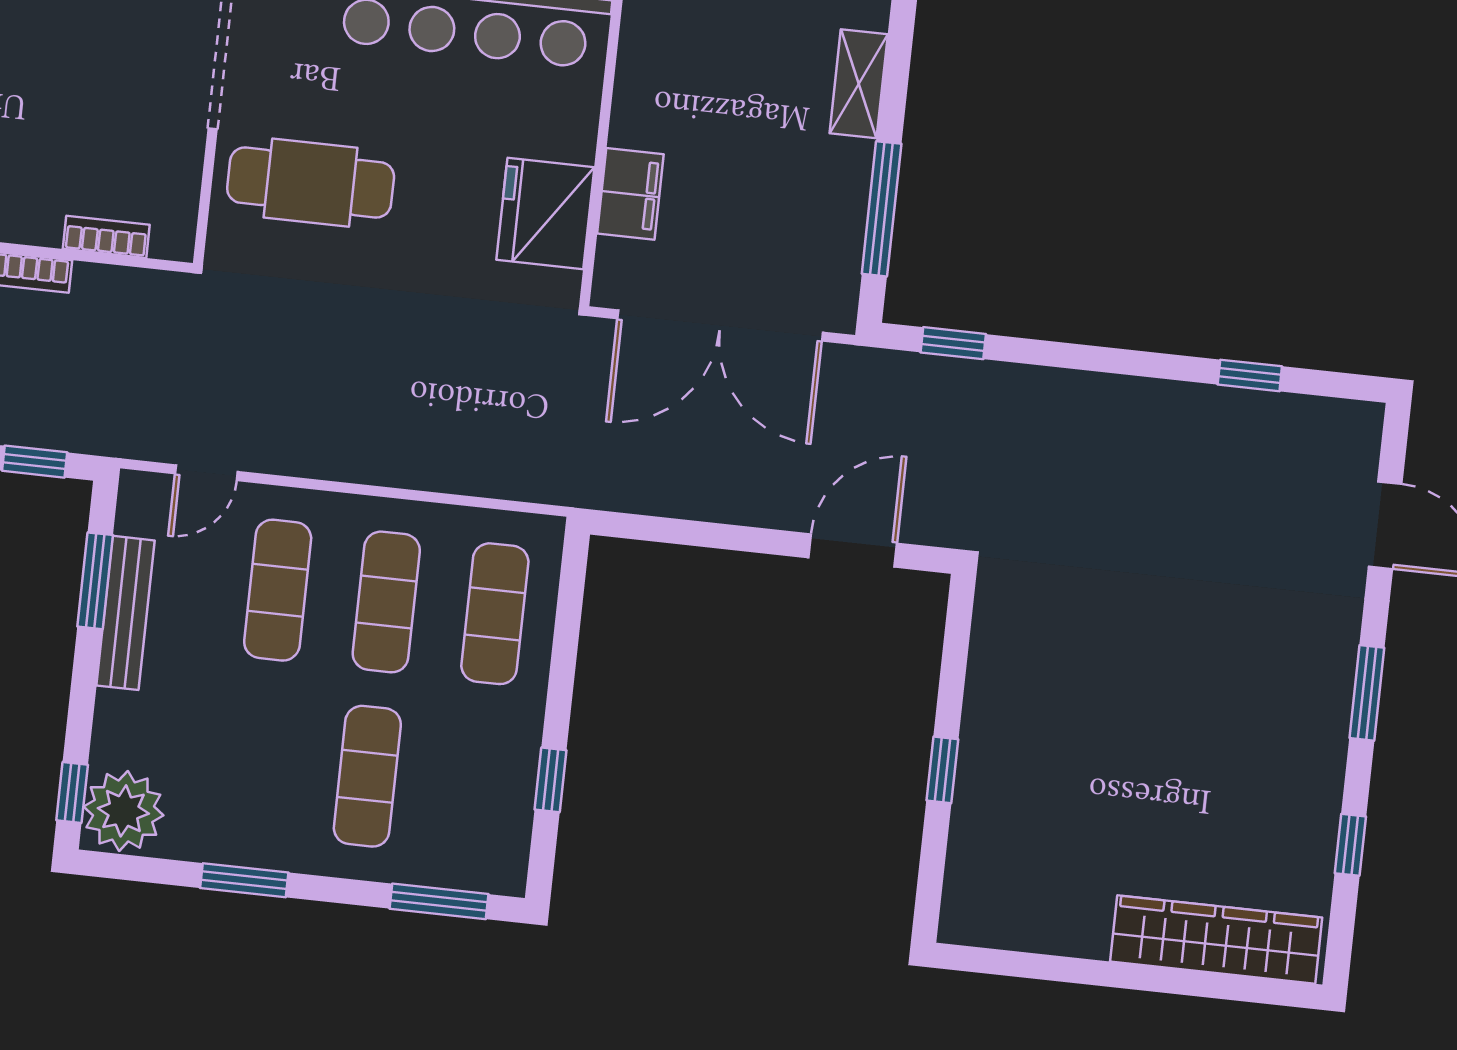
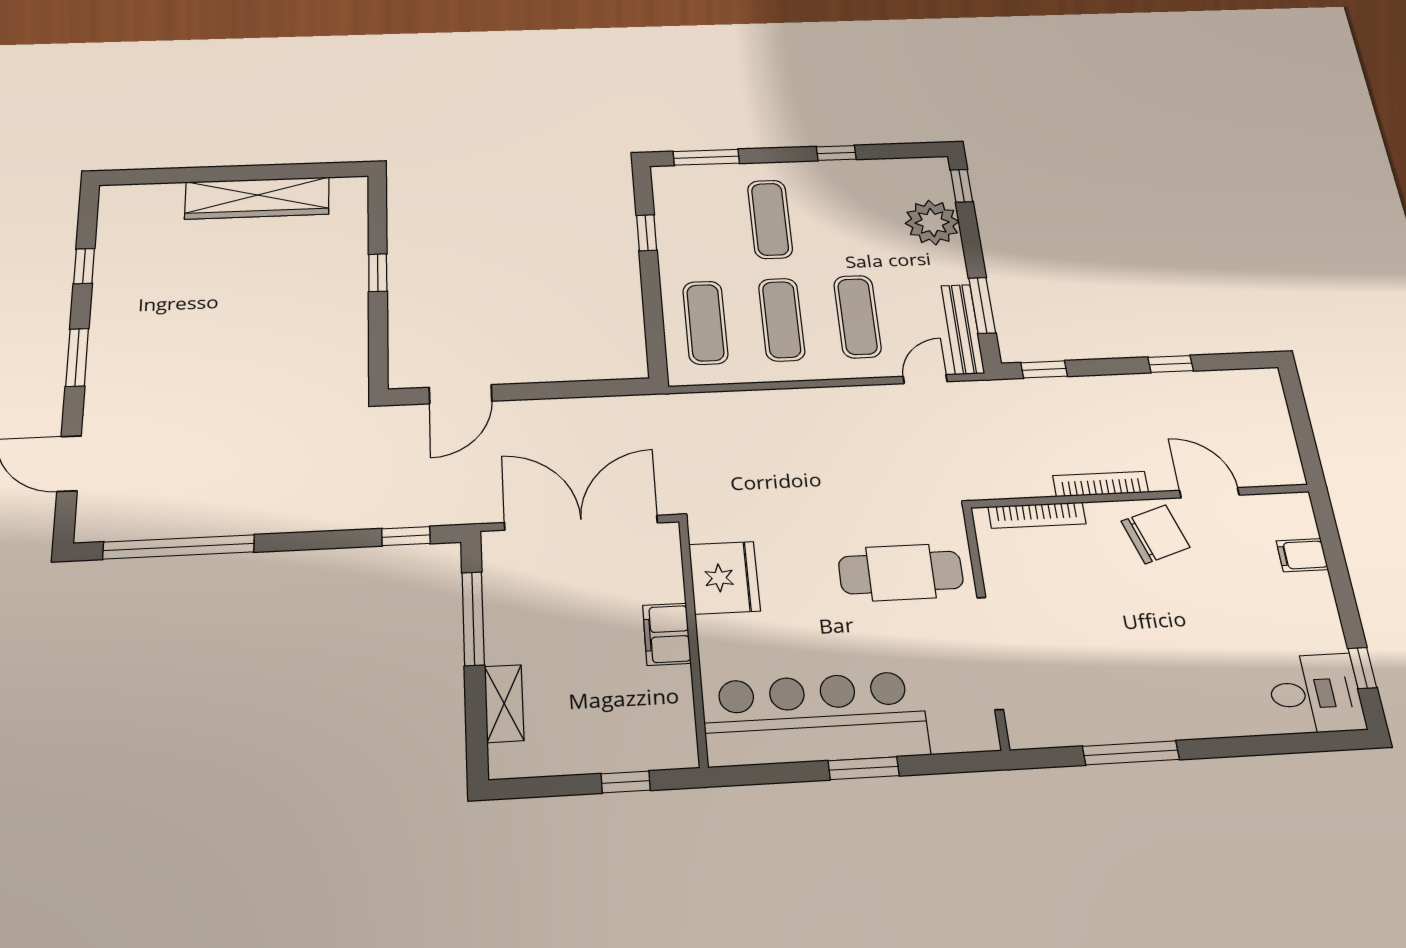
filing cabinet: (630, 194) -> (667, 634), moved
bookcase: (106, 237) -> (1037, 515), width x1.56
window: (1250, 375) -> (179, 547), width x3.17
bench: (126, 613) -> (963, 329), moved
plant: (123, 811) -> (932, 222), moved
window: (244, 880) -> (836, 153), width x0.67
wardrobe: (1216, 940) -> (257, 198), moved

